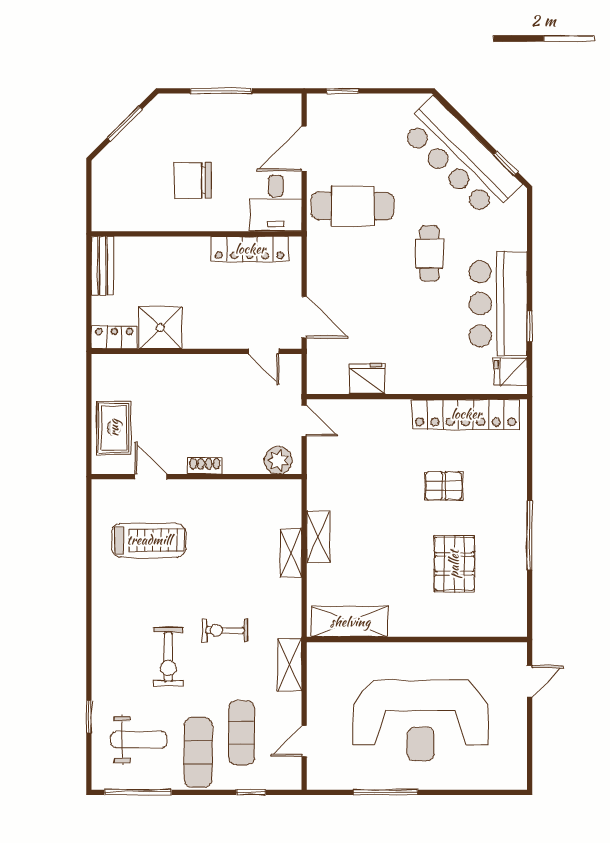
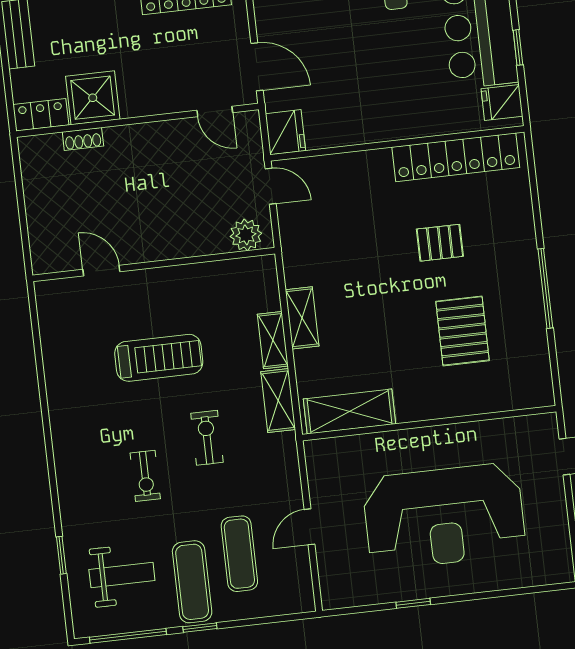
fridge: (367, 379) -> (285, 132), moved, turned 90
rug: (114, 428) -> (52, 219), removed
shoe rack: (205, 466) -> (83, 139), moved, turned 180
treadmill: (149, 540) -> (159, 358), moved
exercise bike: (225, 630) -> (207, 438), turned 90
exercise bike: (168, 657) -> (145, 476), width x0.73, depth x0.72
shelving: (290, 665) -> (278, 401), moved
door: (304, 741) -> (309, 527), moved
window: (251, 792) -> (200, 628), moved
window: (386, 792) -> (413, 603), width x0.46

